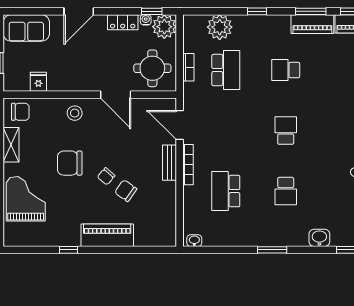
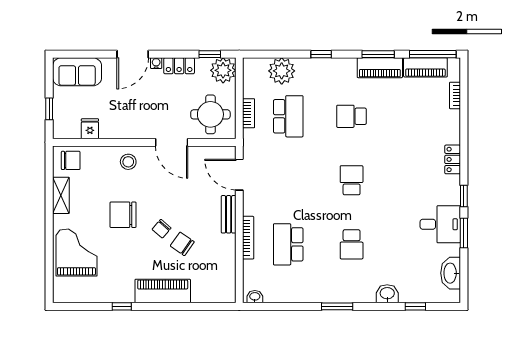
water cooler: (146, 20) -> (156, 63), moved
bookcase: (188, 165) -> (248, 238), moved

